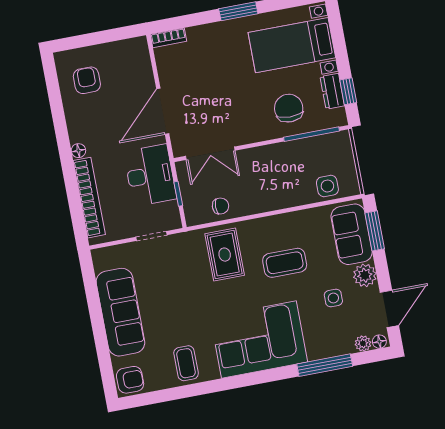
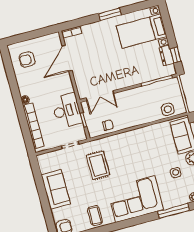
armchair: (87, 80) -> (27, 60), turned -90
chair: (289, 108) -> (142, 67), removed
door: (163, 111) -> (67, 58), moved
rug: (225, 255) -> (98, 165), moved
coffee table: (285, 263) -> (147, 155), removed
sofa: (120, 312) -> (56, 189), width x0.73

